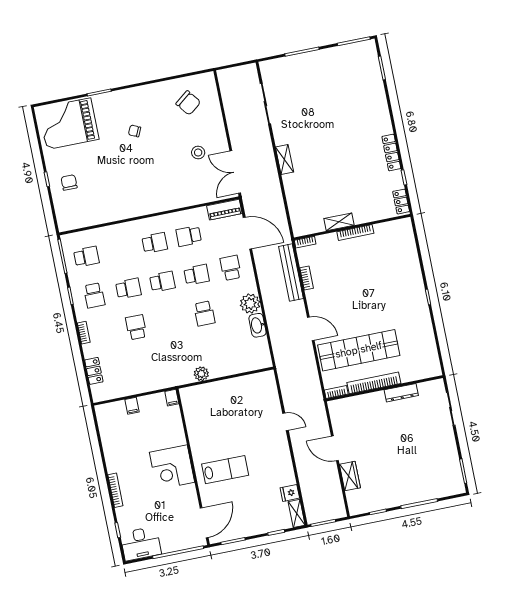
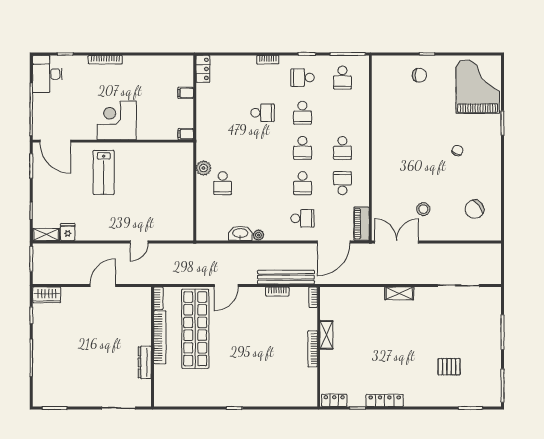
pallet: (346, 97) -> (449, 367), added
plant: (250, 304) -> (259, 235), width x0.53, depth x0.53
school desk: (204, 313) -> (223, 183), moved, turned -90
locker: (94, 371) -> (203, 69), moved, turned -90
wardrobe: (350, 476) -> (47, 295), moved

